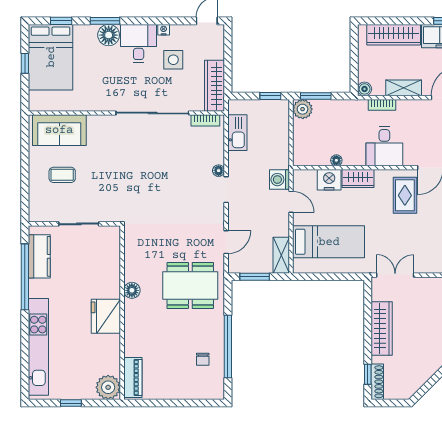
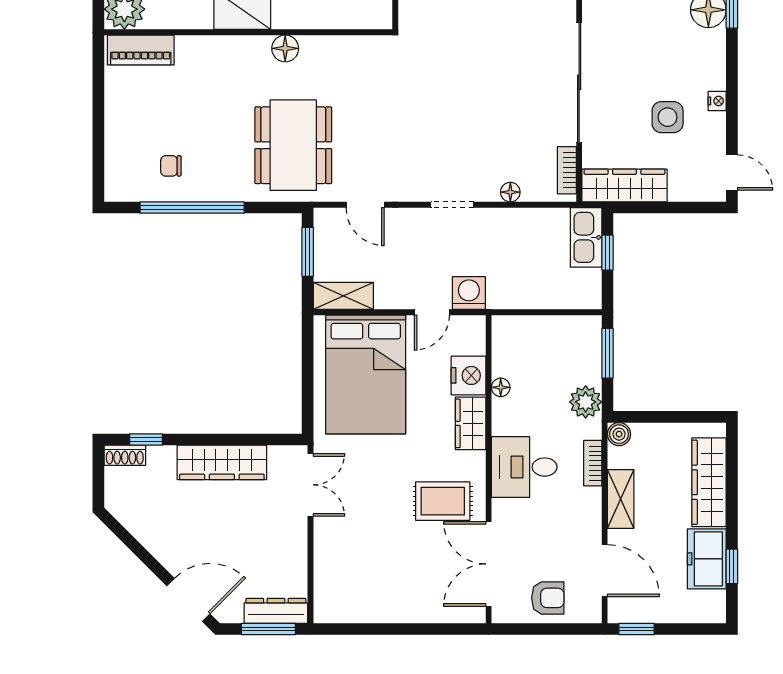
desk: (139, 44) -> (694, 60), removed
window: (270, 96) -> (607, 253), moved
plant: (303, 109) -> (586, 402), moved
kitchen sink: (237, 133) -> (586, 237), moved, turned 90
floor lamp: (219, 171) -> (510, 192), moved
bed: (329, 242) -> (366, 374), width x1.50
shoe rack: (377, 382) -> (125, 455), width x0.70

